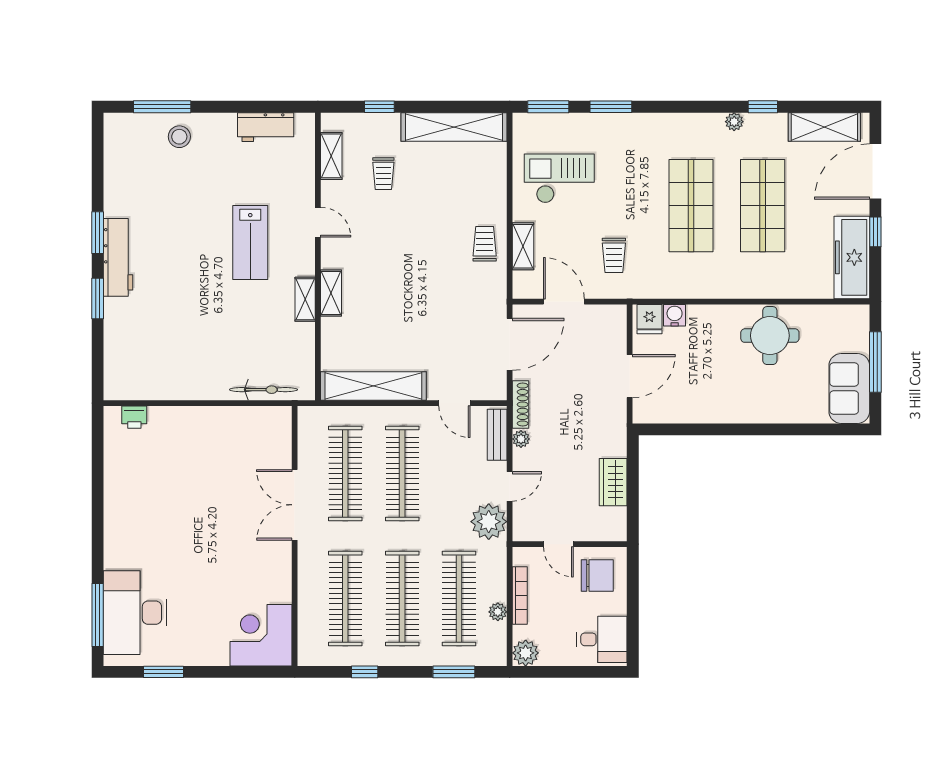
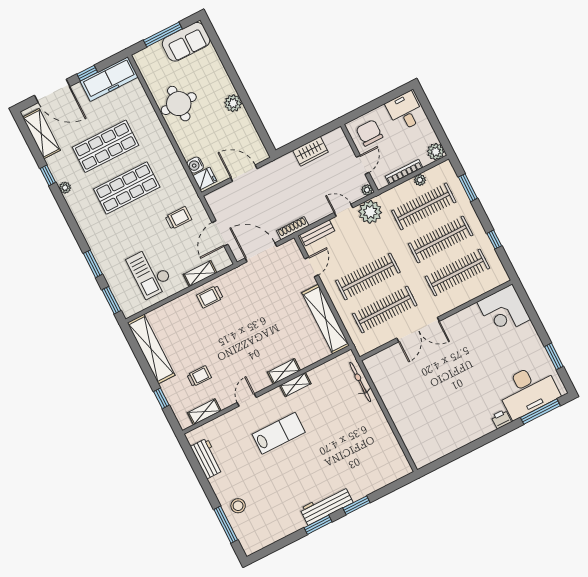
plant: (733, 410) -> (233, 103), added
printer: (134, 417) -> (501, 419), moved, turned -90
plant: (521, 439) -> (367, 190), moved

